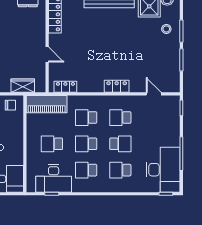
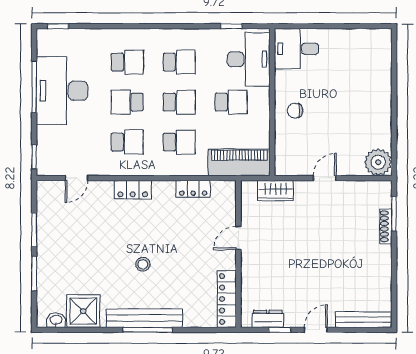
stool: (166, 29) -> (143, 264), moved
door: (47, 54) -> (238, 238), hinge flipped
locker: (65, 87) -> (193, 189), moved
door: (154, 94) -> (77, 178), hinge flipped
chair: (10, 105) -> (295, 111), moved
desk: (163, 170) -> (62, 91), moved
desk: (54, 178) -> (249, 59), moved, turned 90

